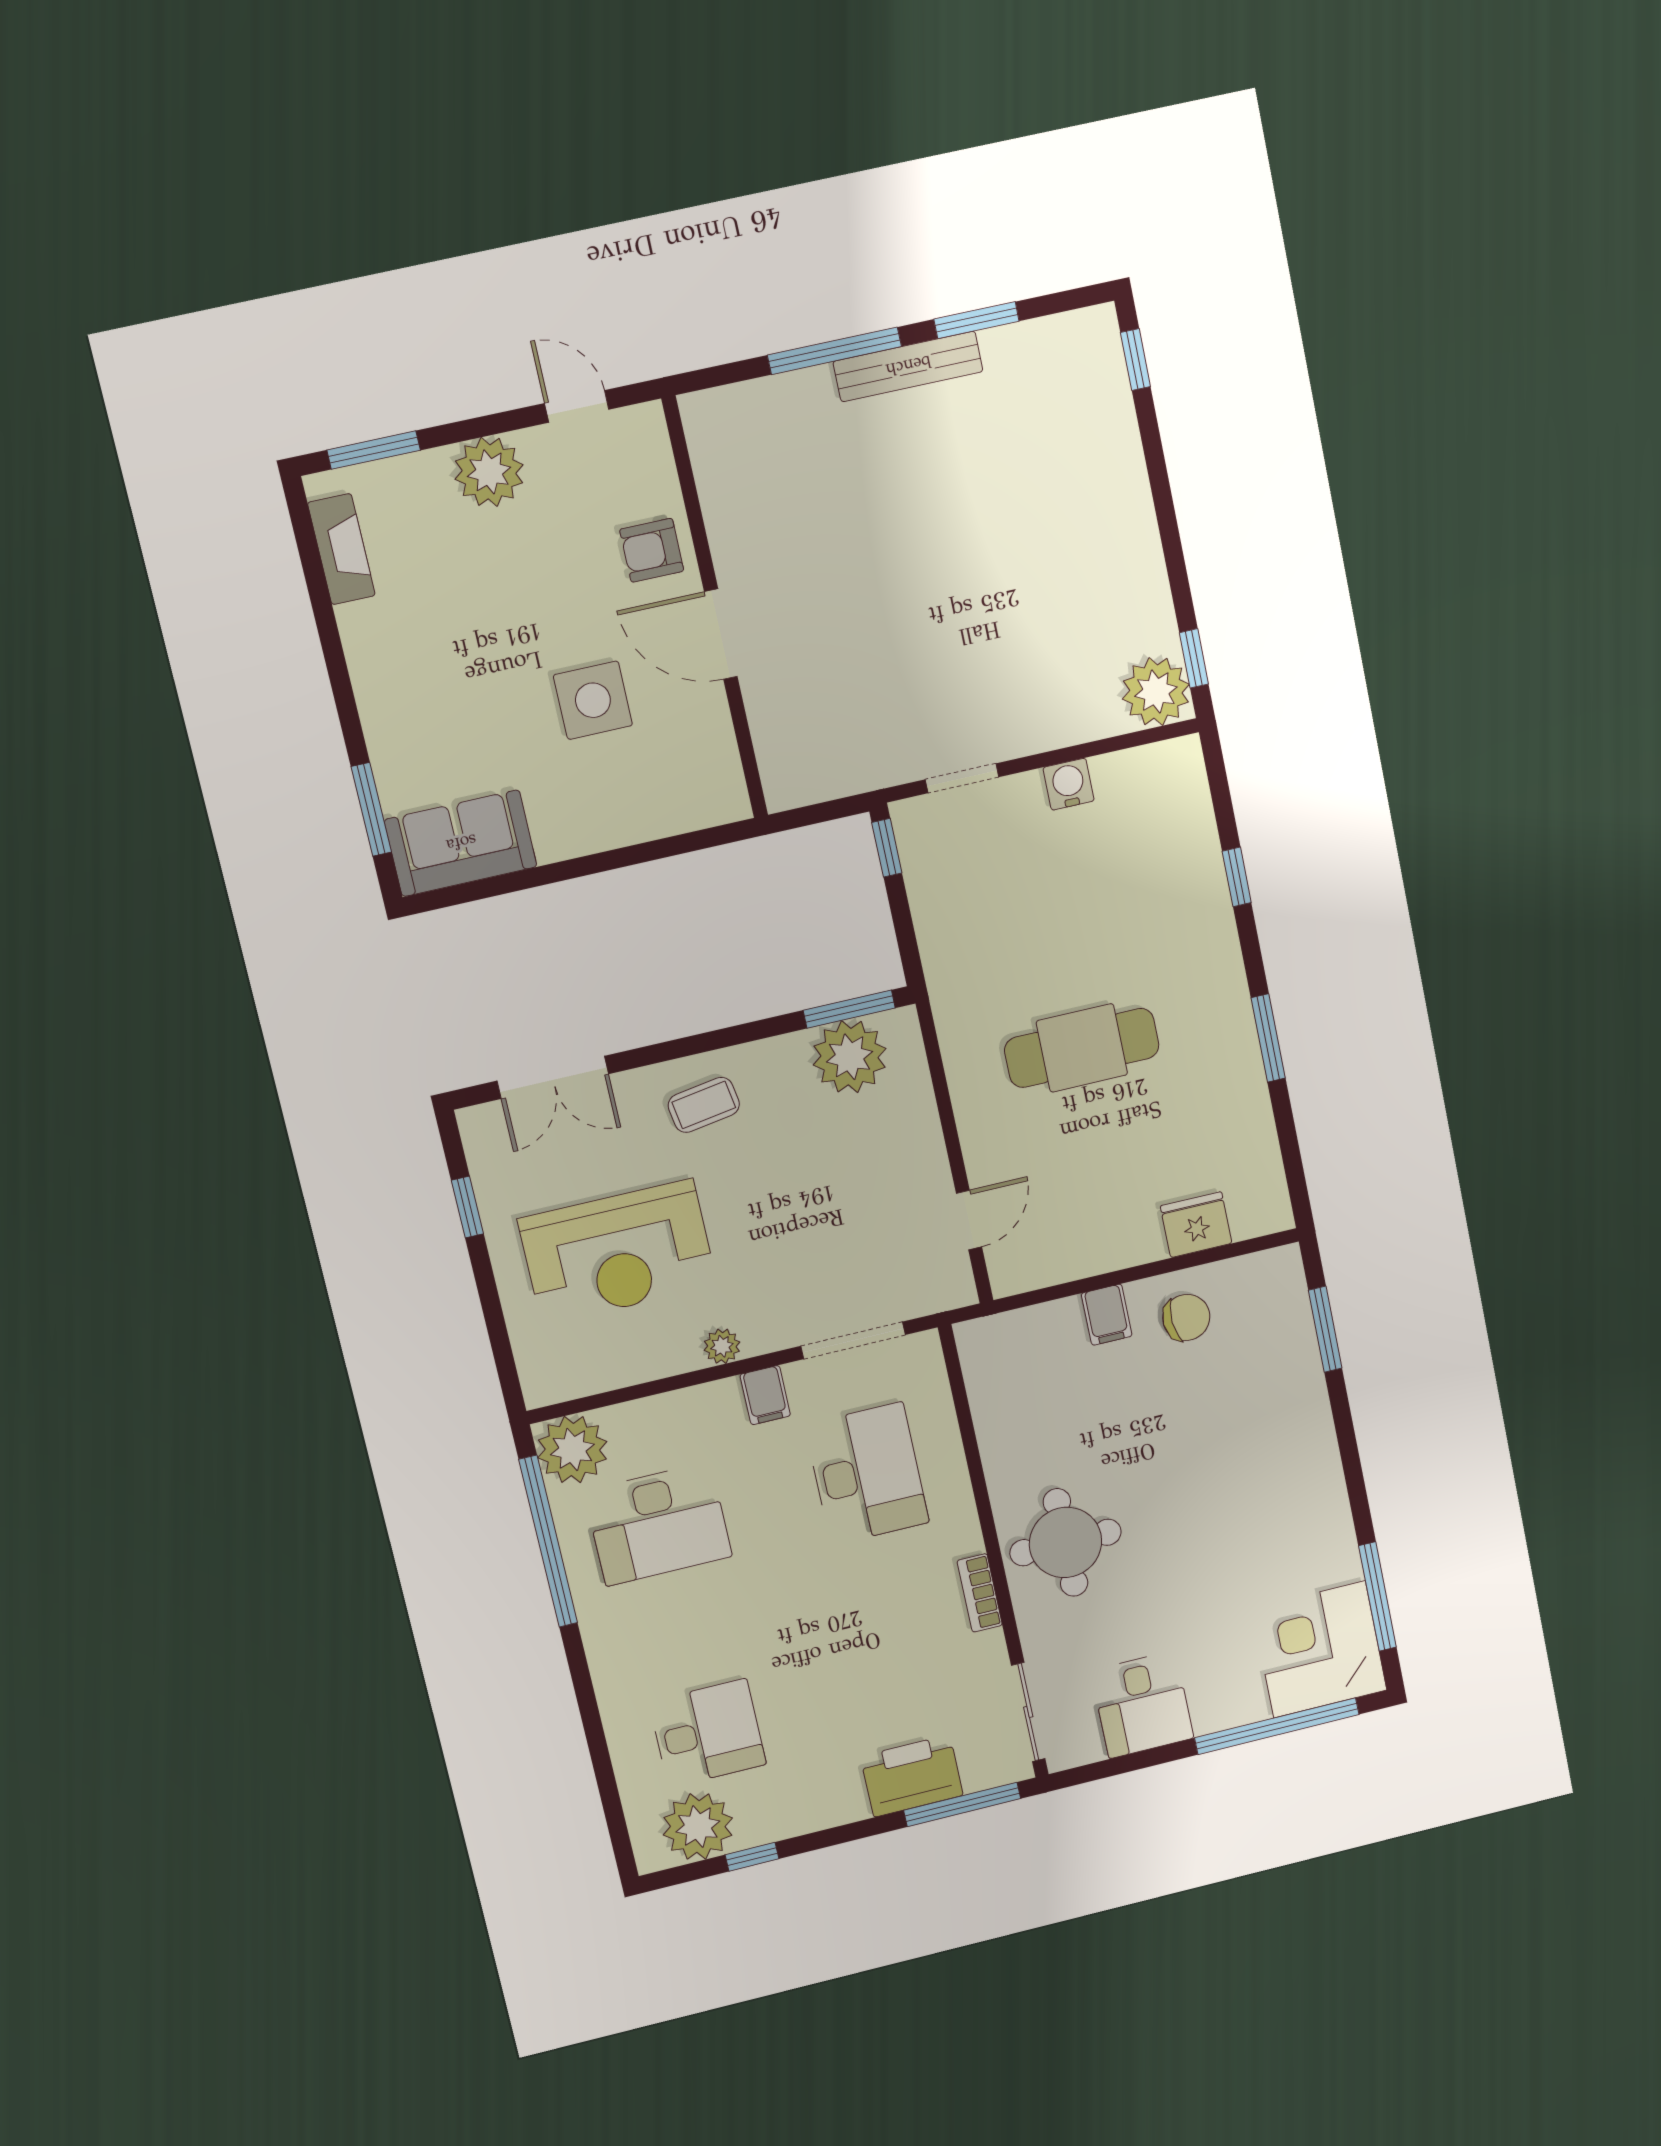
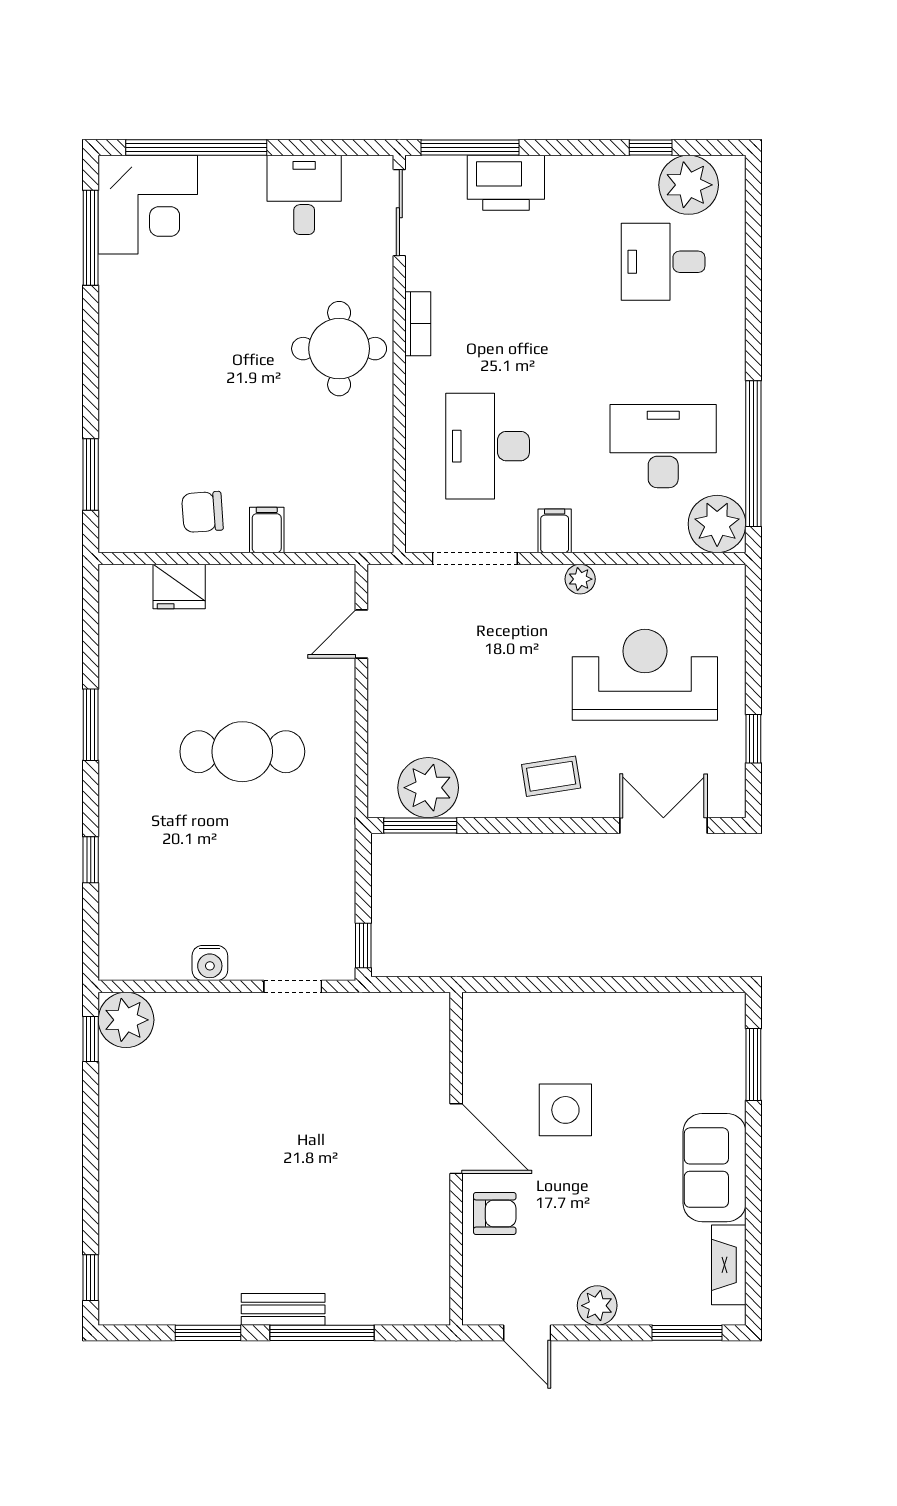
bench: (908, 366) -> (283, 1309), width x0.73
plant: (489, 472) -> (597, 1306), width x0.73, depth x0.73
sofa: (461, 843) -> (715, 1168), moved, turned 90

